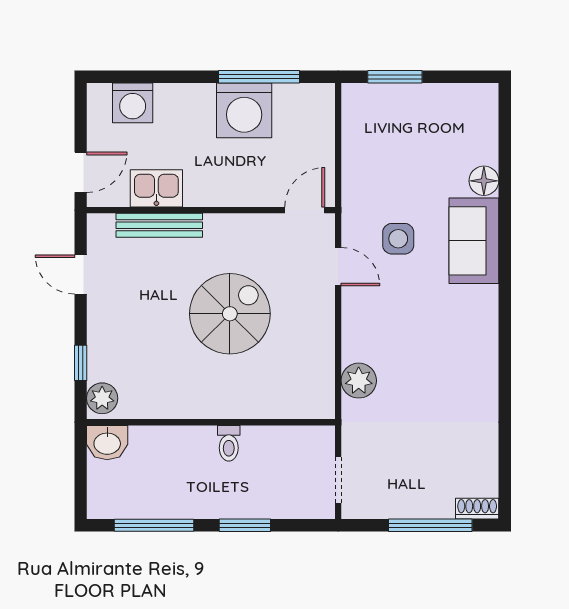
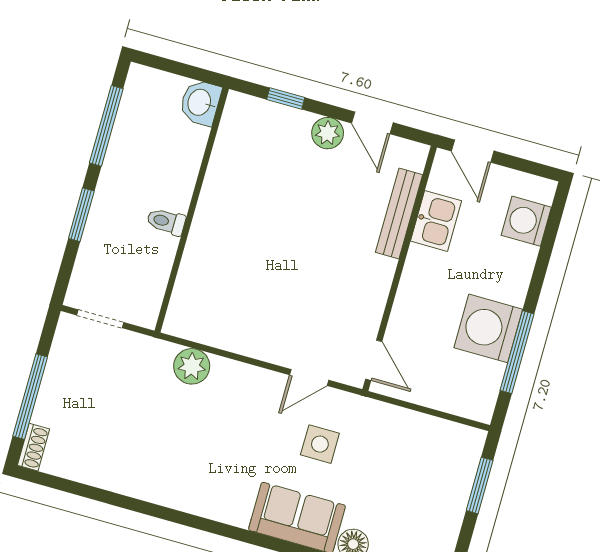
door: (81, 274) -> (372, 123), swing flipped
spiral stairs: (230, 314) -> (293, 258), removed
plant: (102, 398) -> (328, 133), moved

